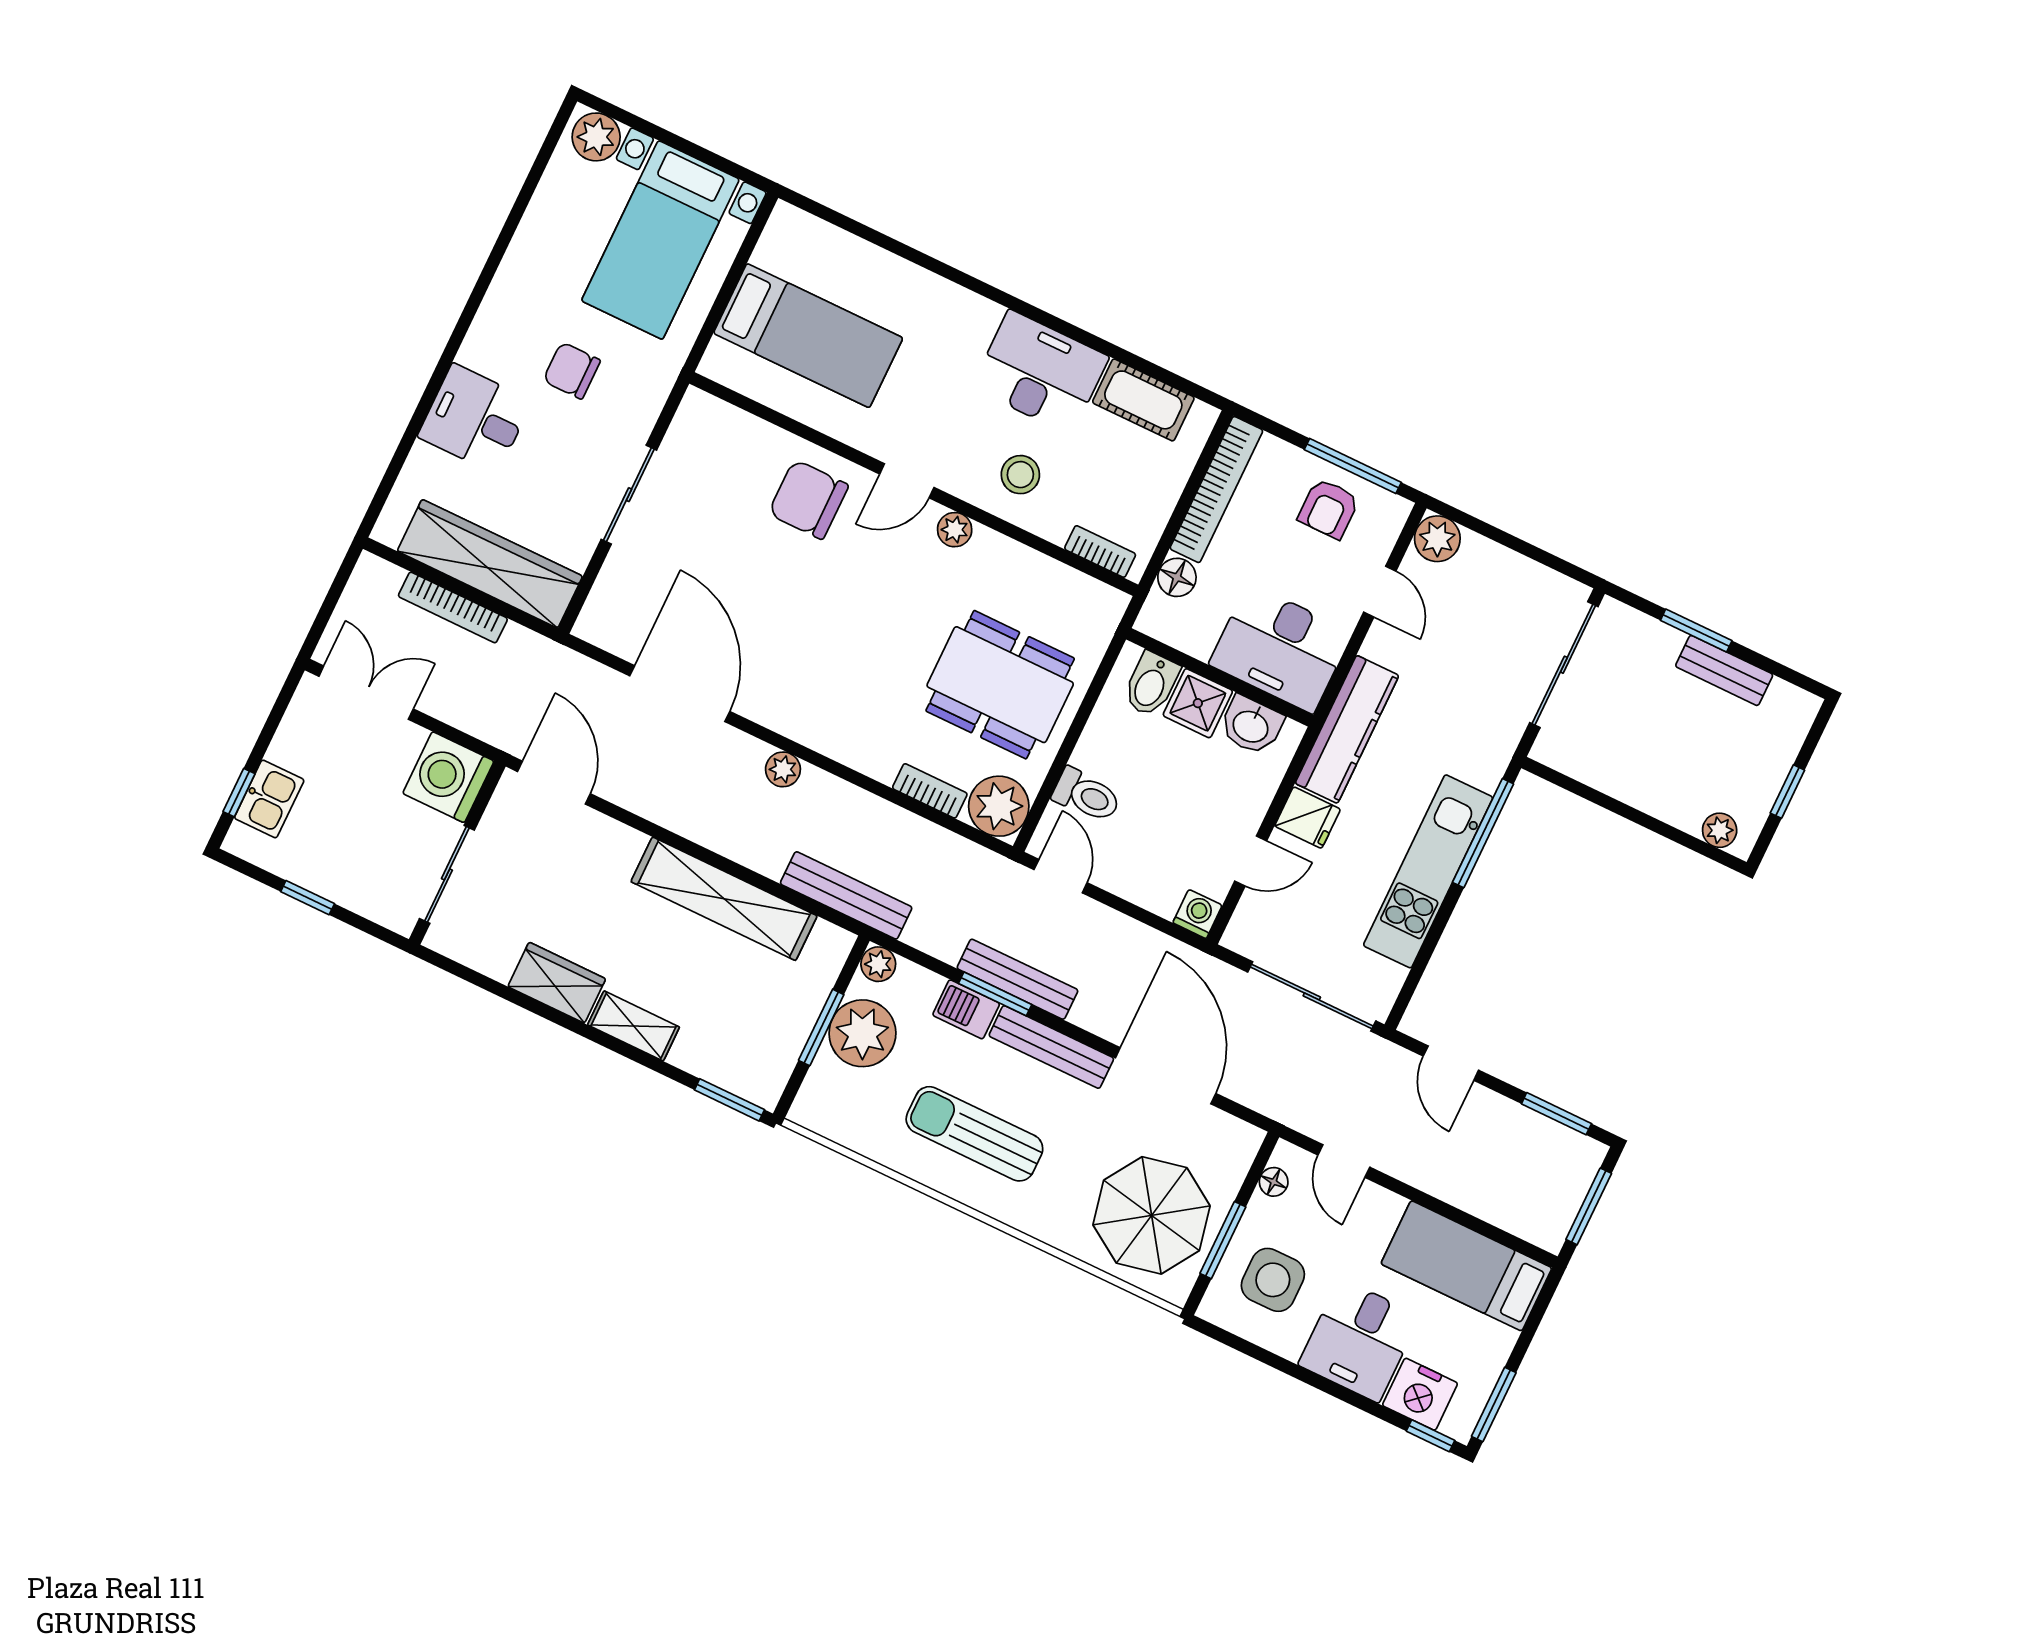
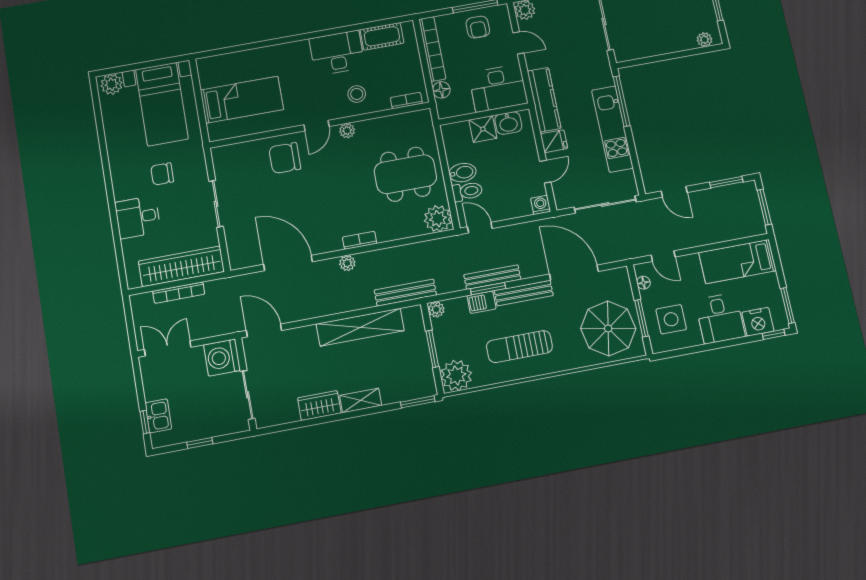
bidet: (1151, 684) -> (463, 173), moved, turned -90
bookcase: (930, 791) -> (360, 240), moved
plant: (862, 1033) -> (456, 375), moved

